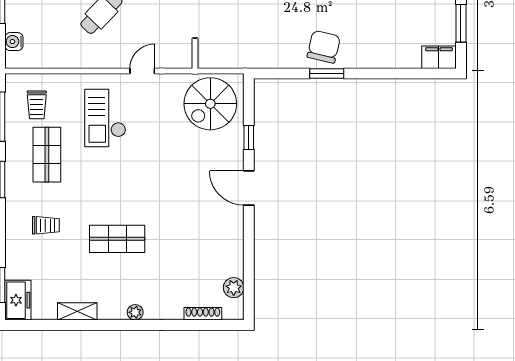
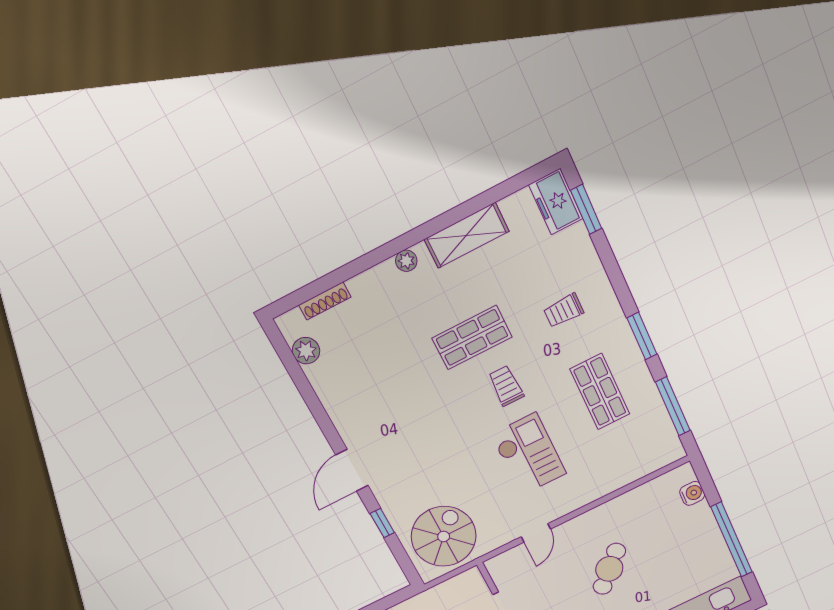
trolley: (37, 105) -> (506, 386), moved
checkout: (105, 118) -> (529, 454), moved
door: (249, 188) -> (352, 470), swing flipped
shelving: (77, 311) -> (467, 235), width x1.50, depth x1.33

